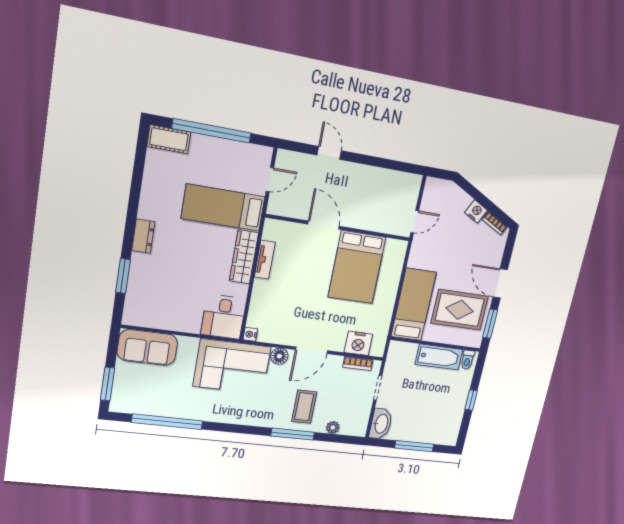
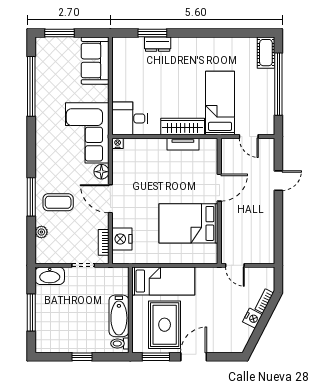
bookcase: (495, 223) -> (264, 301), moved
dresser: (143, 236) -> (158, 44), moved

